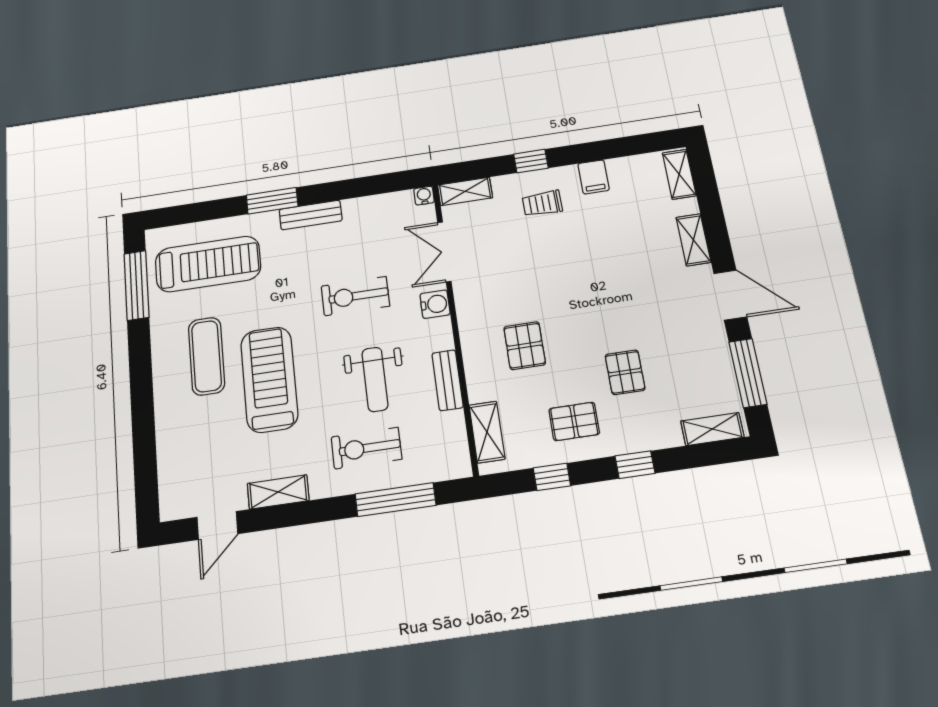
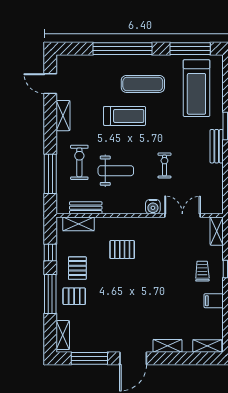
water cooler: (424, 196) -> (218, 209), removed
exercise bike: (355, 296) -> (164, 165), width x0.73, depth x0.72
pallet: (625, 372) -> (74, 296), moved
treadmill: (269, 379) -> (125, 116), width x0.73, depth x0.73
weight bench: (375, 379) -> (116, 171), turned 180
bench: (448, 380) -> (86, 208), moved
window: (142, 402) -> (123, 49), added
window: (635, 465) -> (50, 294), width x2.17

